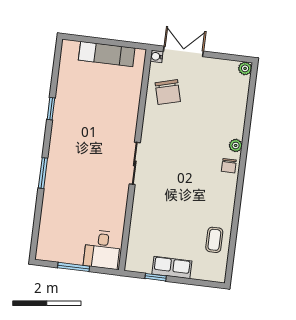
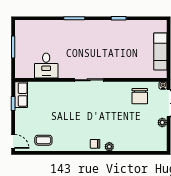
plant: (245, 68) -> (162, 123), moved
chair: (168, 92) -> (140, 96), turned -75
desk: (102, 250) -> (46, 65), moved, turned -90
row of seats: (172, 267) -> (21, 95), moved
door: (211, 284) -> (13, 141), added

